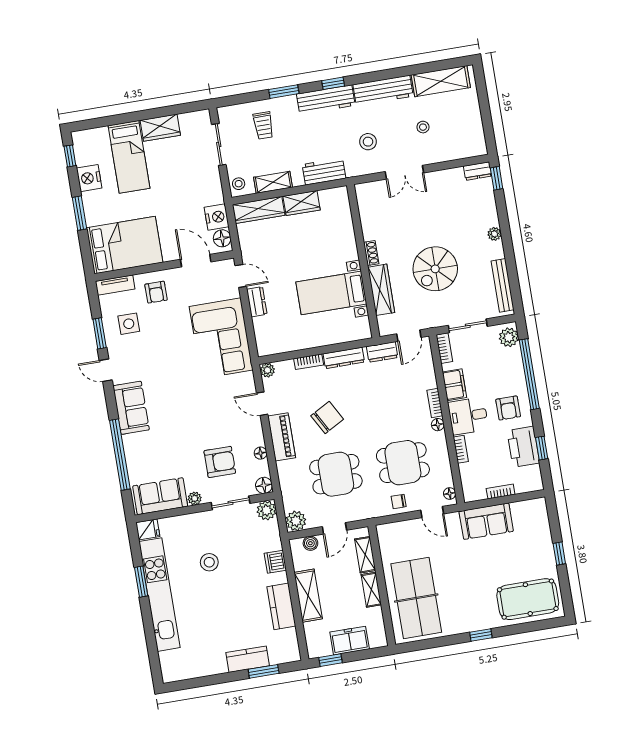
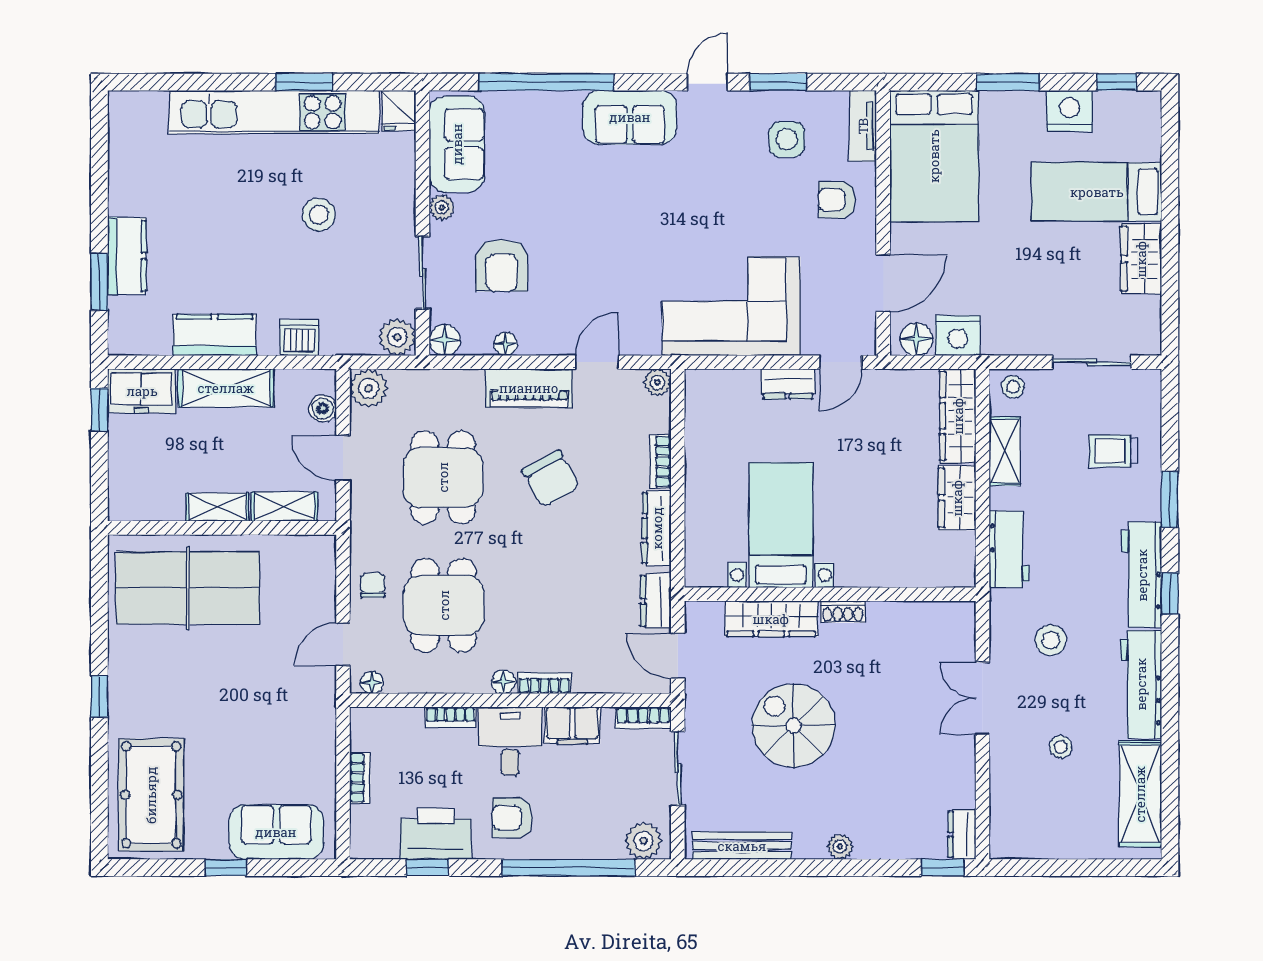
sofa: (486, 521) -> (276, 832), moved, turned 90
freezer: (350, 641) -> (142, 391), moved, turned 90

